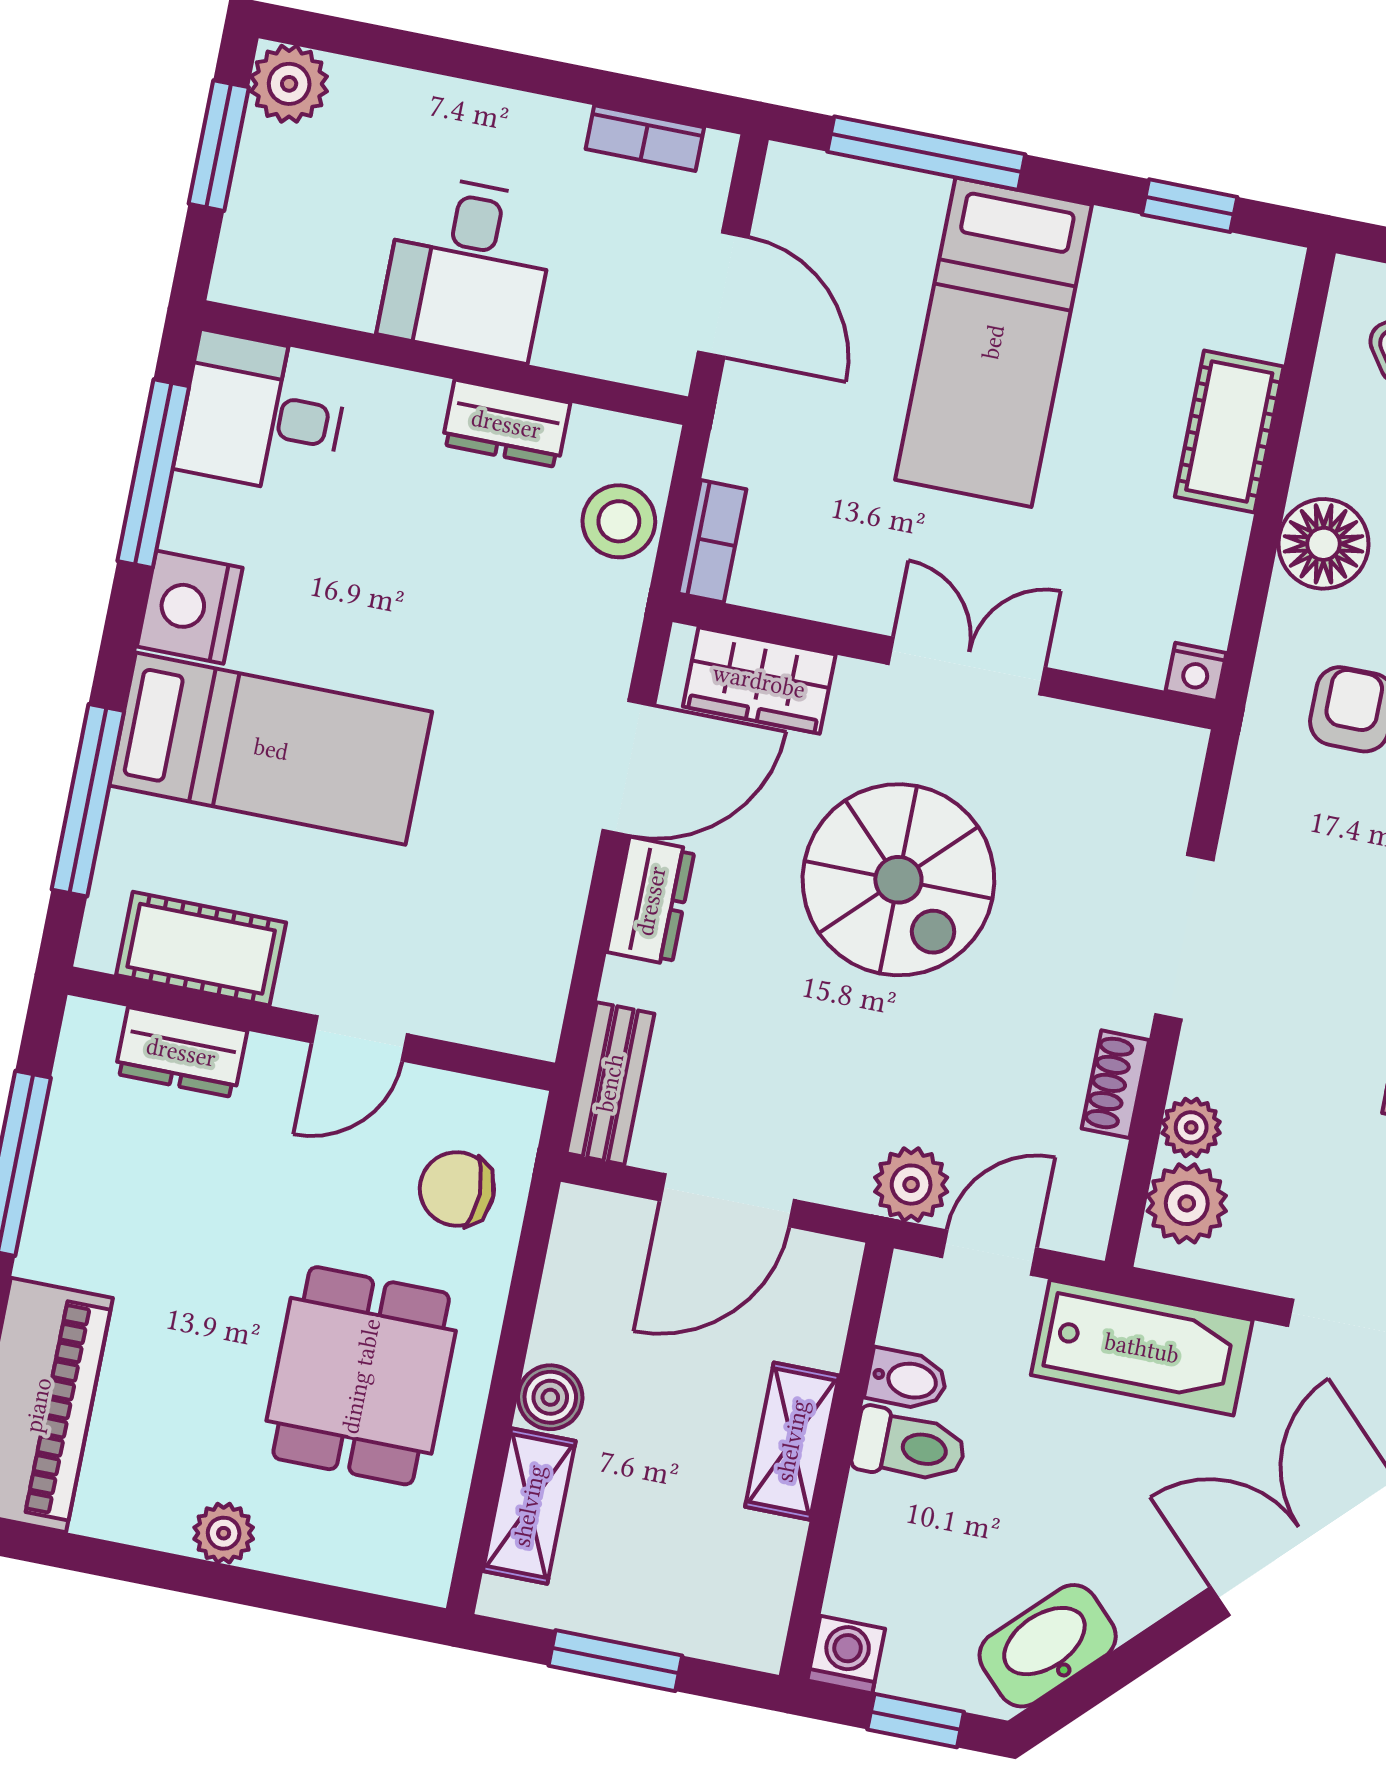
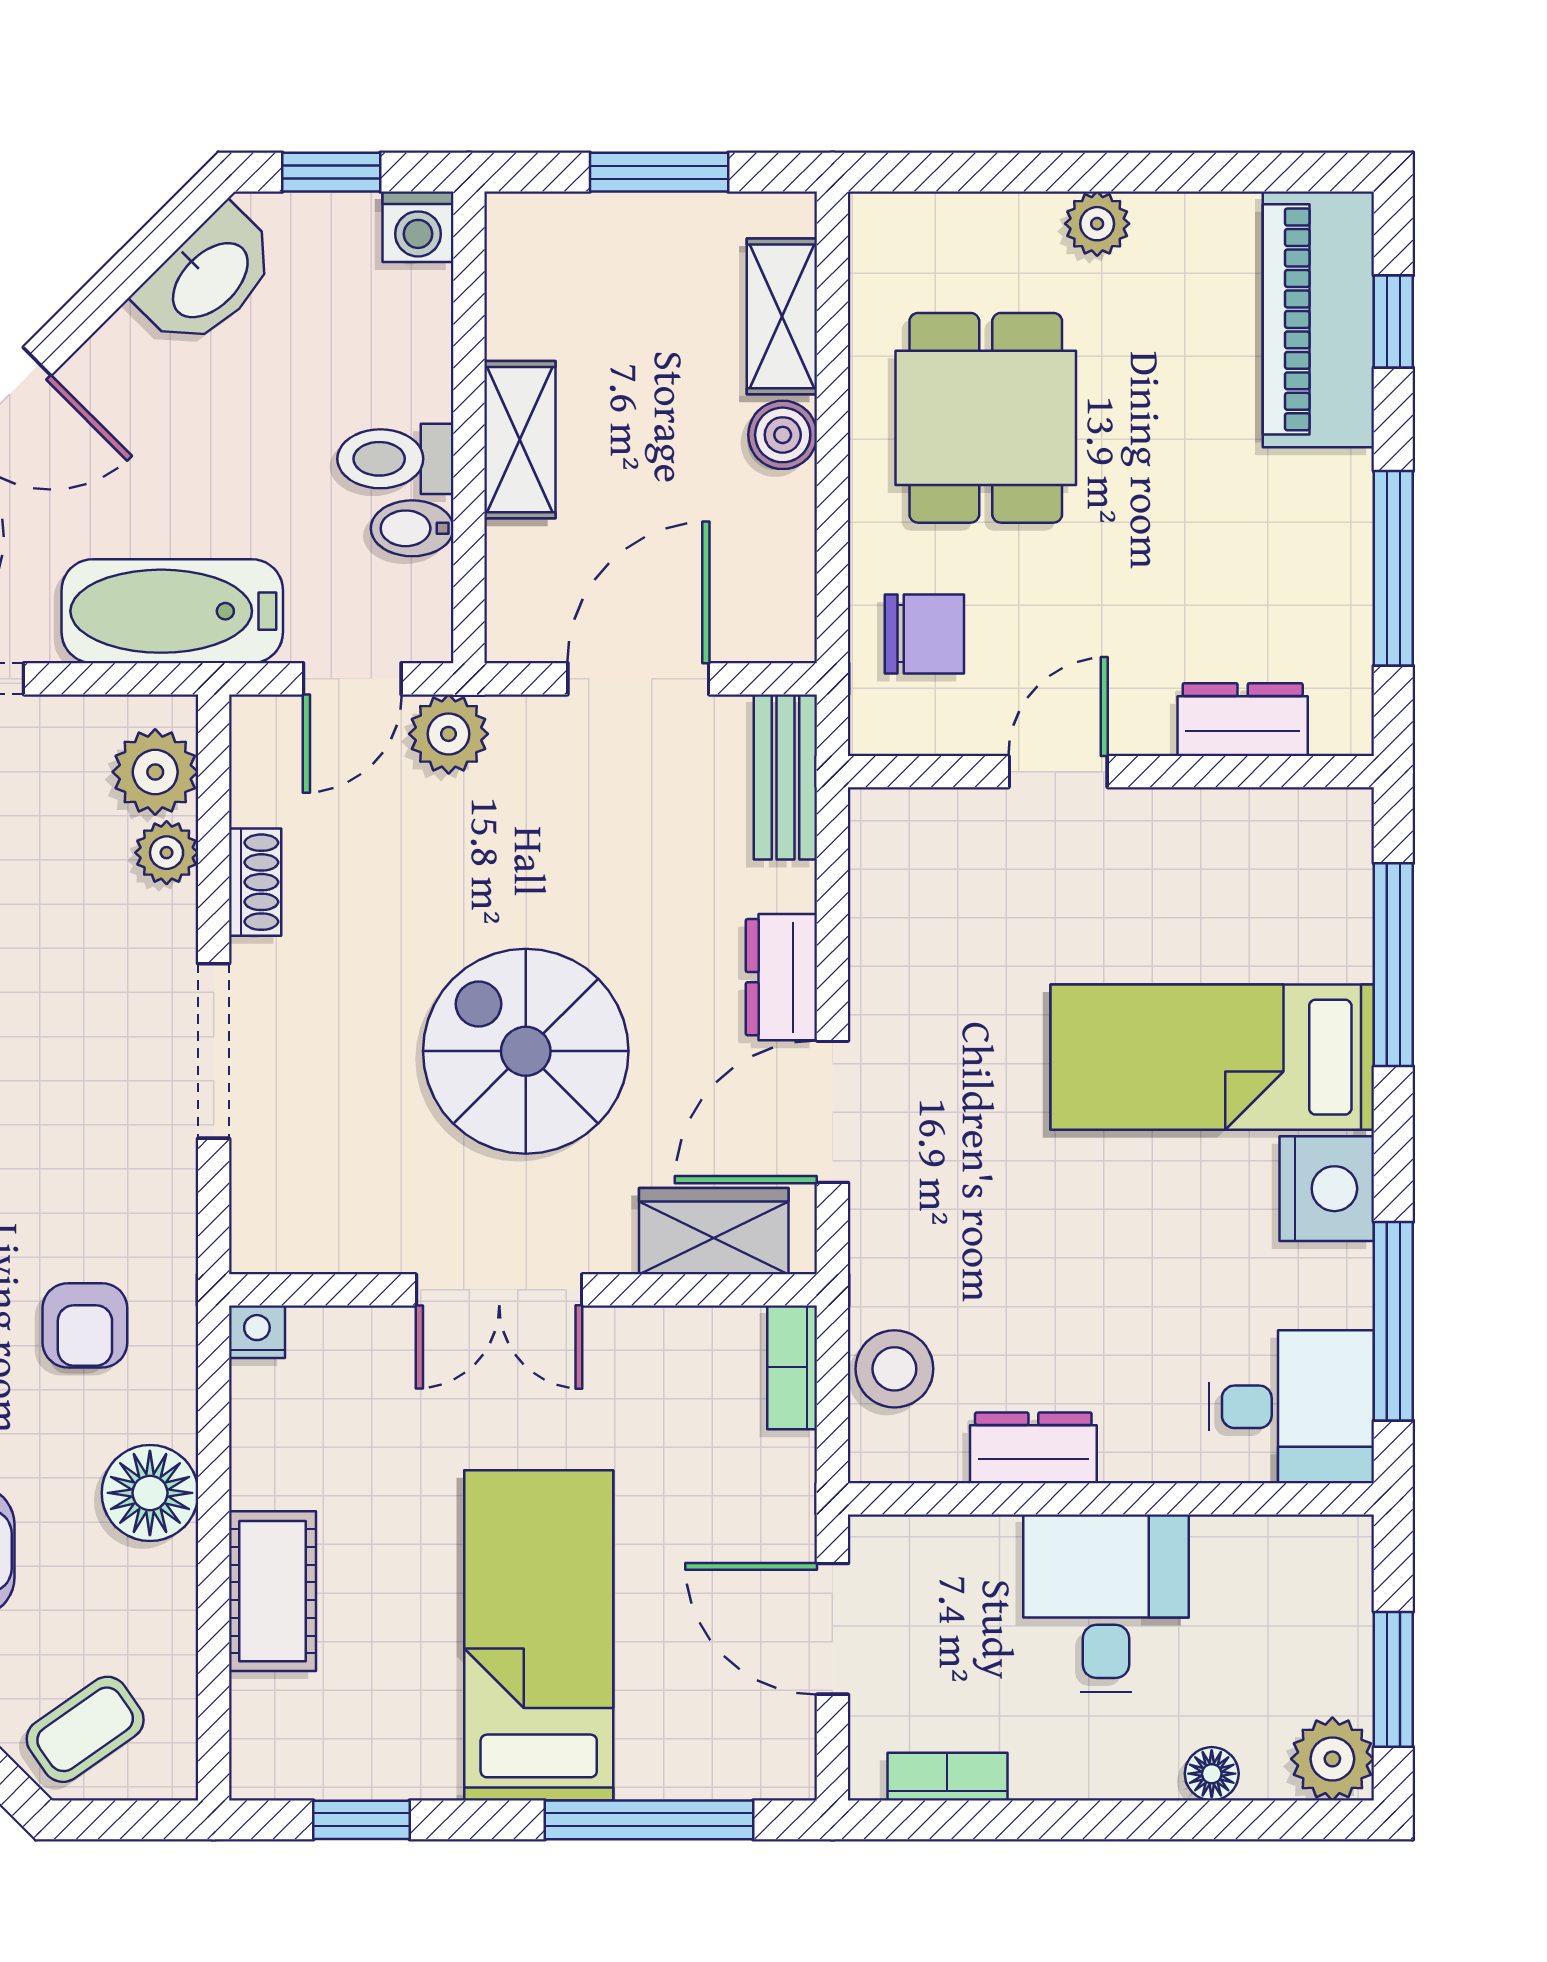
floor lamp: (402, 92) -> (1212, 1774), added
cot: (201, 949) -> (1243, 833), removed

